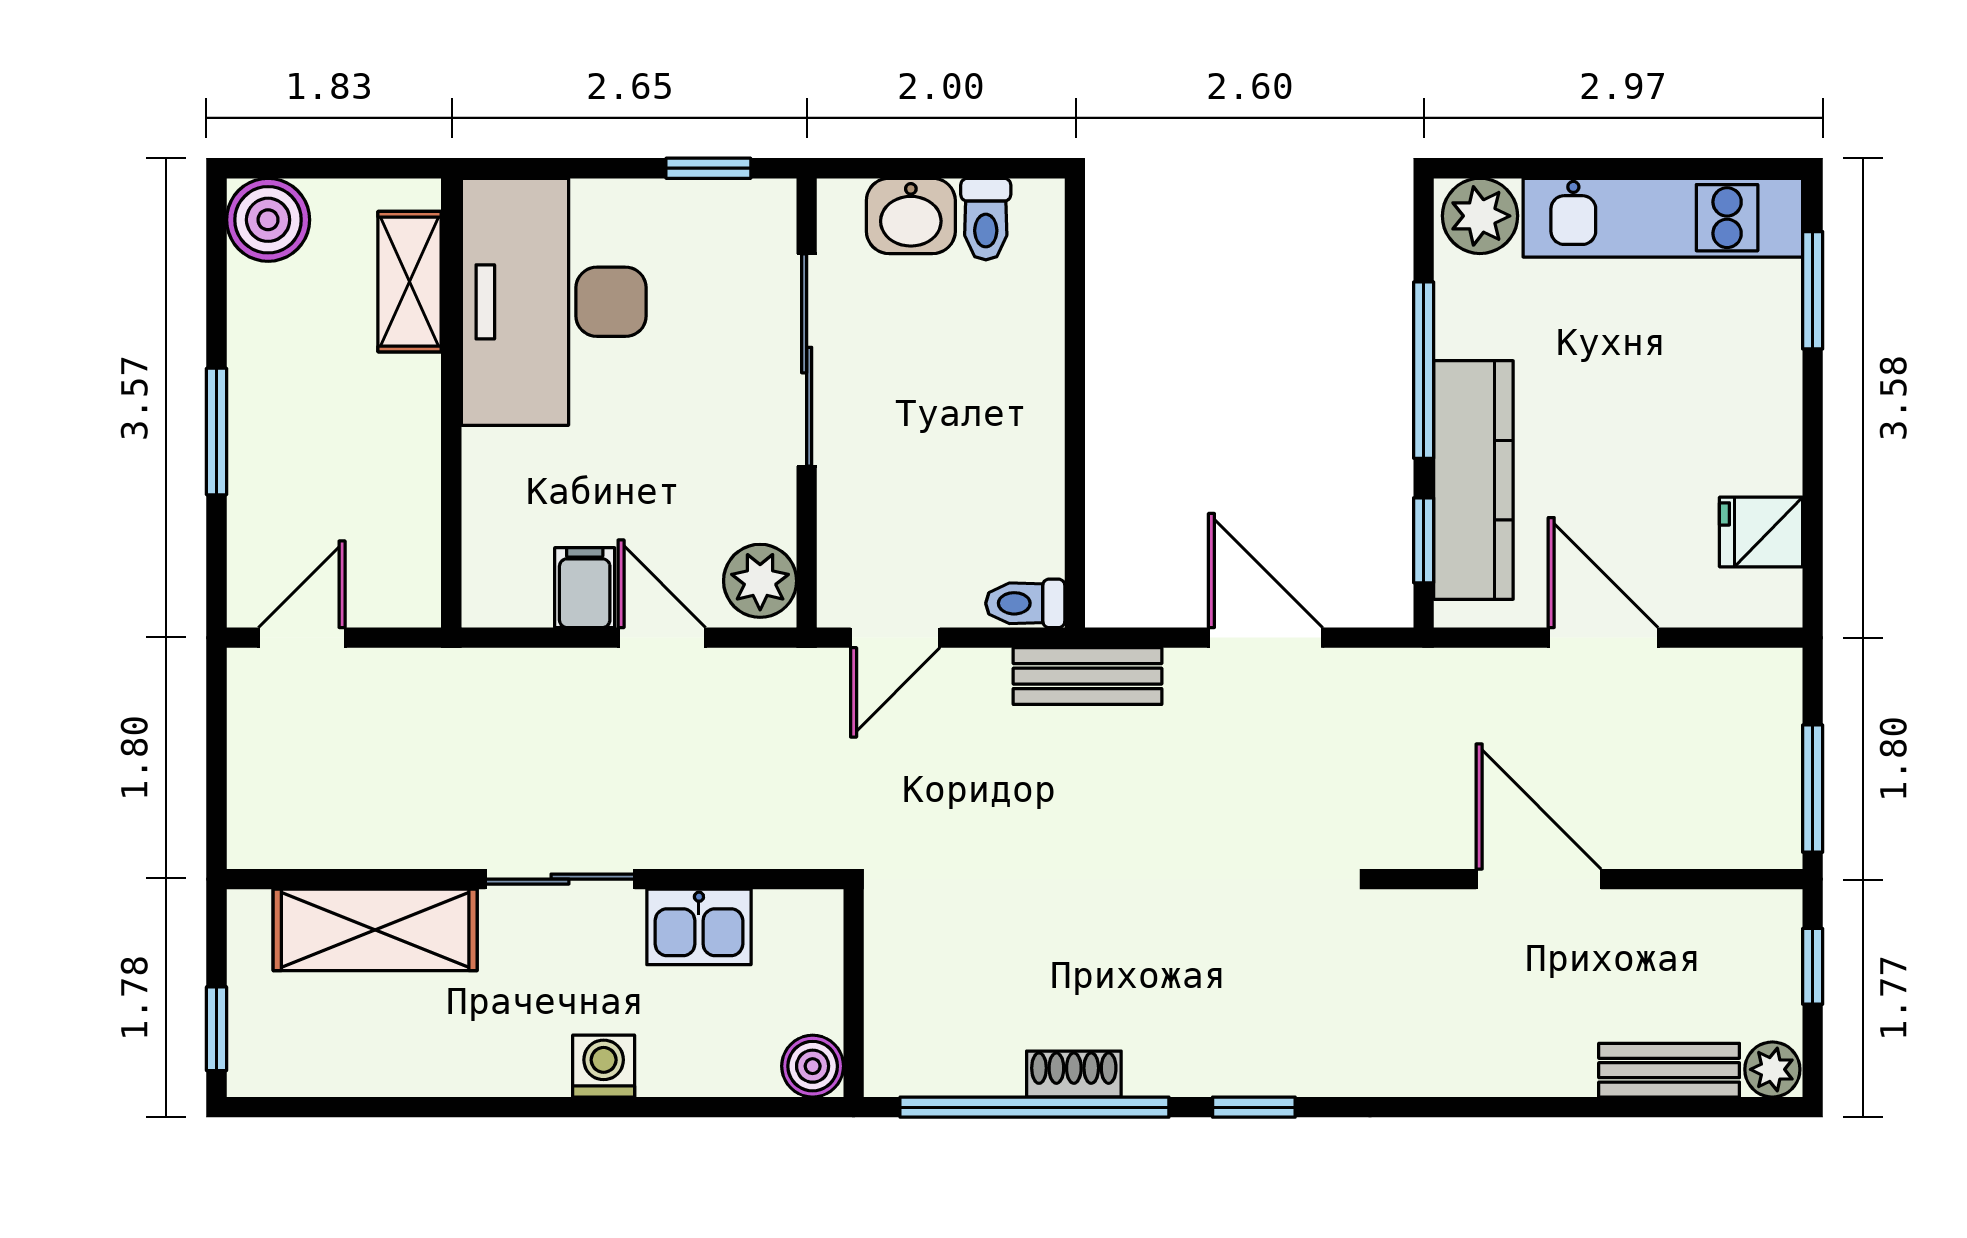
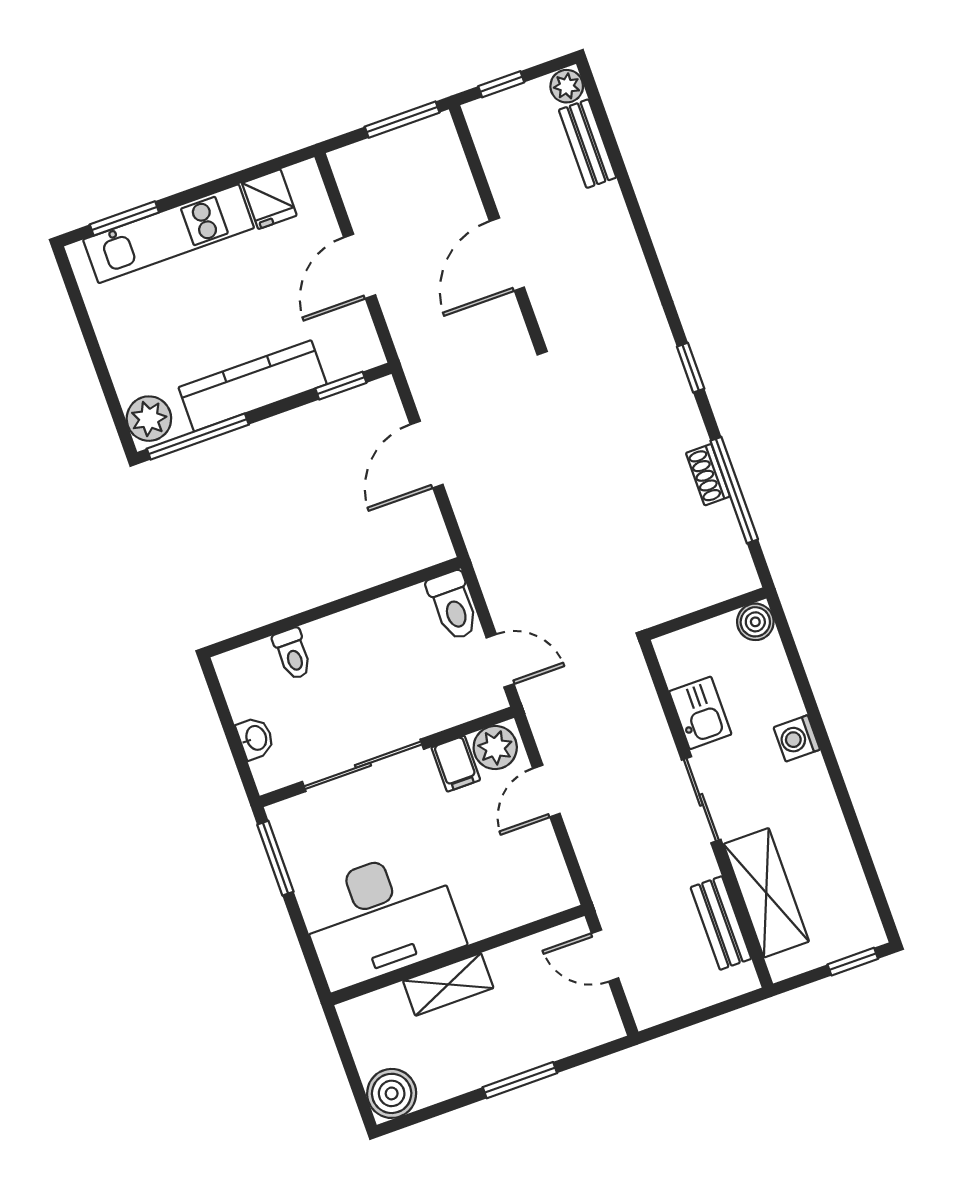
window: (708, 168) -> (275, 858), width x1.50
washbasin: (911, 216) -> (255, 738), width x0.72, depth x0.69
kitchen unit: (1663, 218) -> (169, 234), moved, turned 90
toilet: (986, 219) -> (293, 654), moved, turned 90
shelving: (410, 282) -> (448, 984), moved
window: (1424, 370) -> (198, 437), moved
kitchen counter: (1473, 480) -> (253, 386), moved
filing cabinet: (585, 588) -> (456, 764), moved, turned -90
toilet: (1025, 603) -> (453, 605), width x1.37, depth x1.39
door: (302, 638) -> (605, 956), moved
bench: (1088, 676) -> (721, 923), moved
window: (1034, 1107) -> (734, 490), width x0.68

